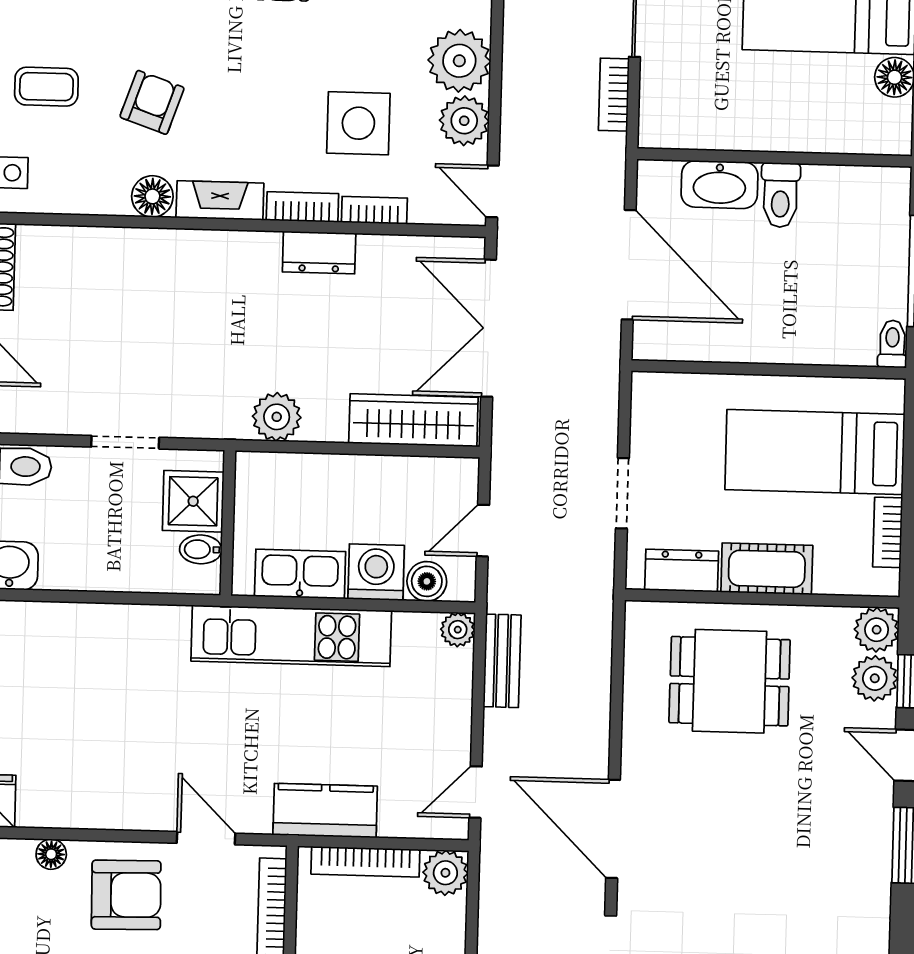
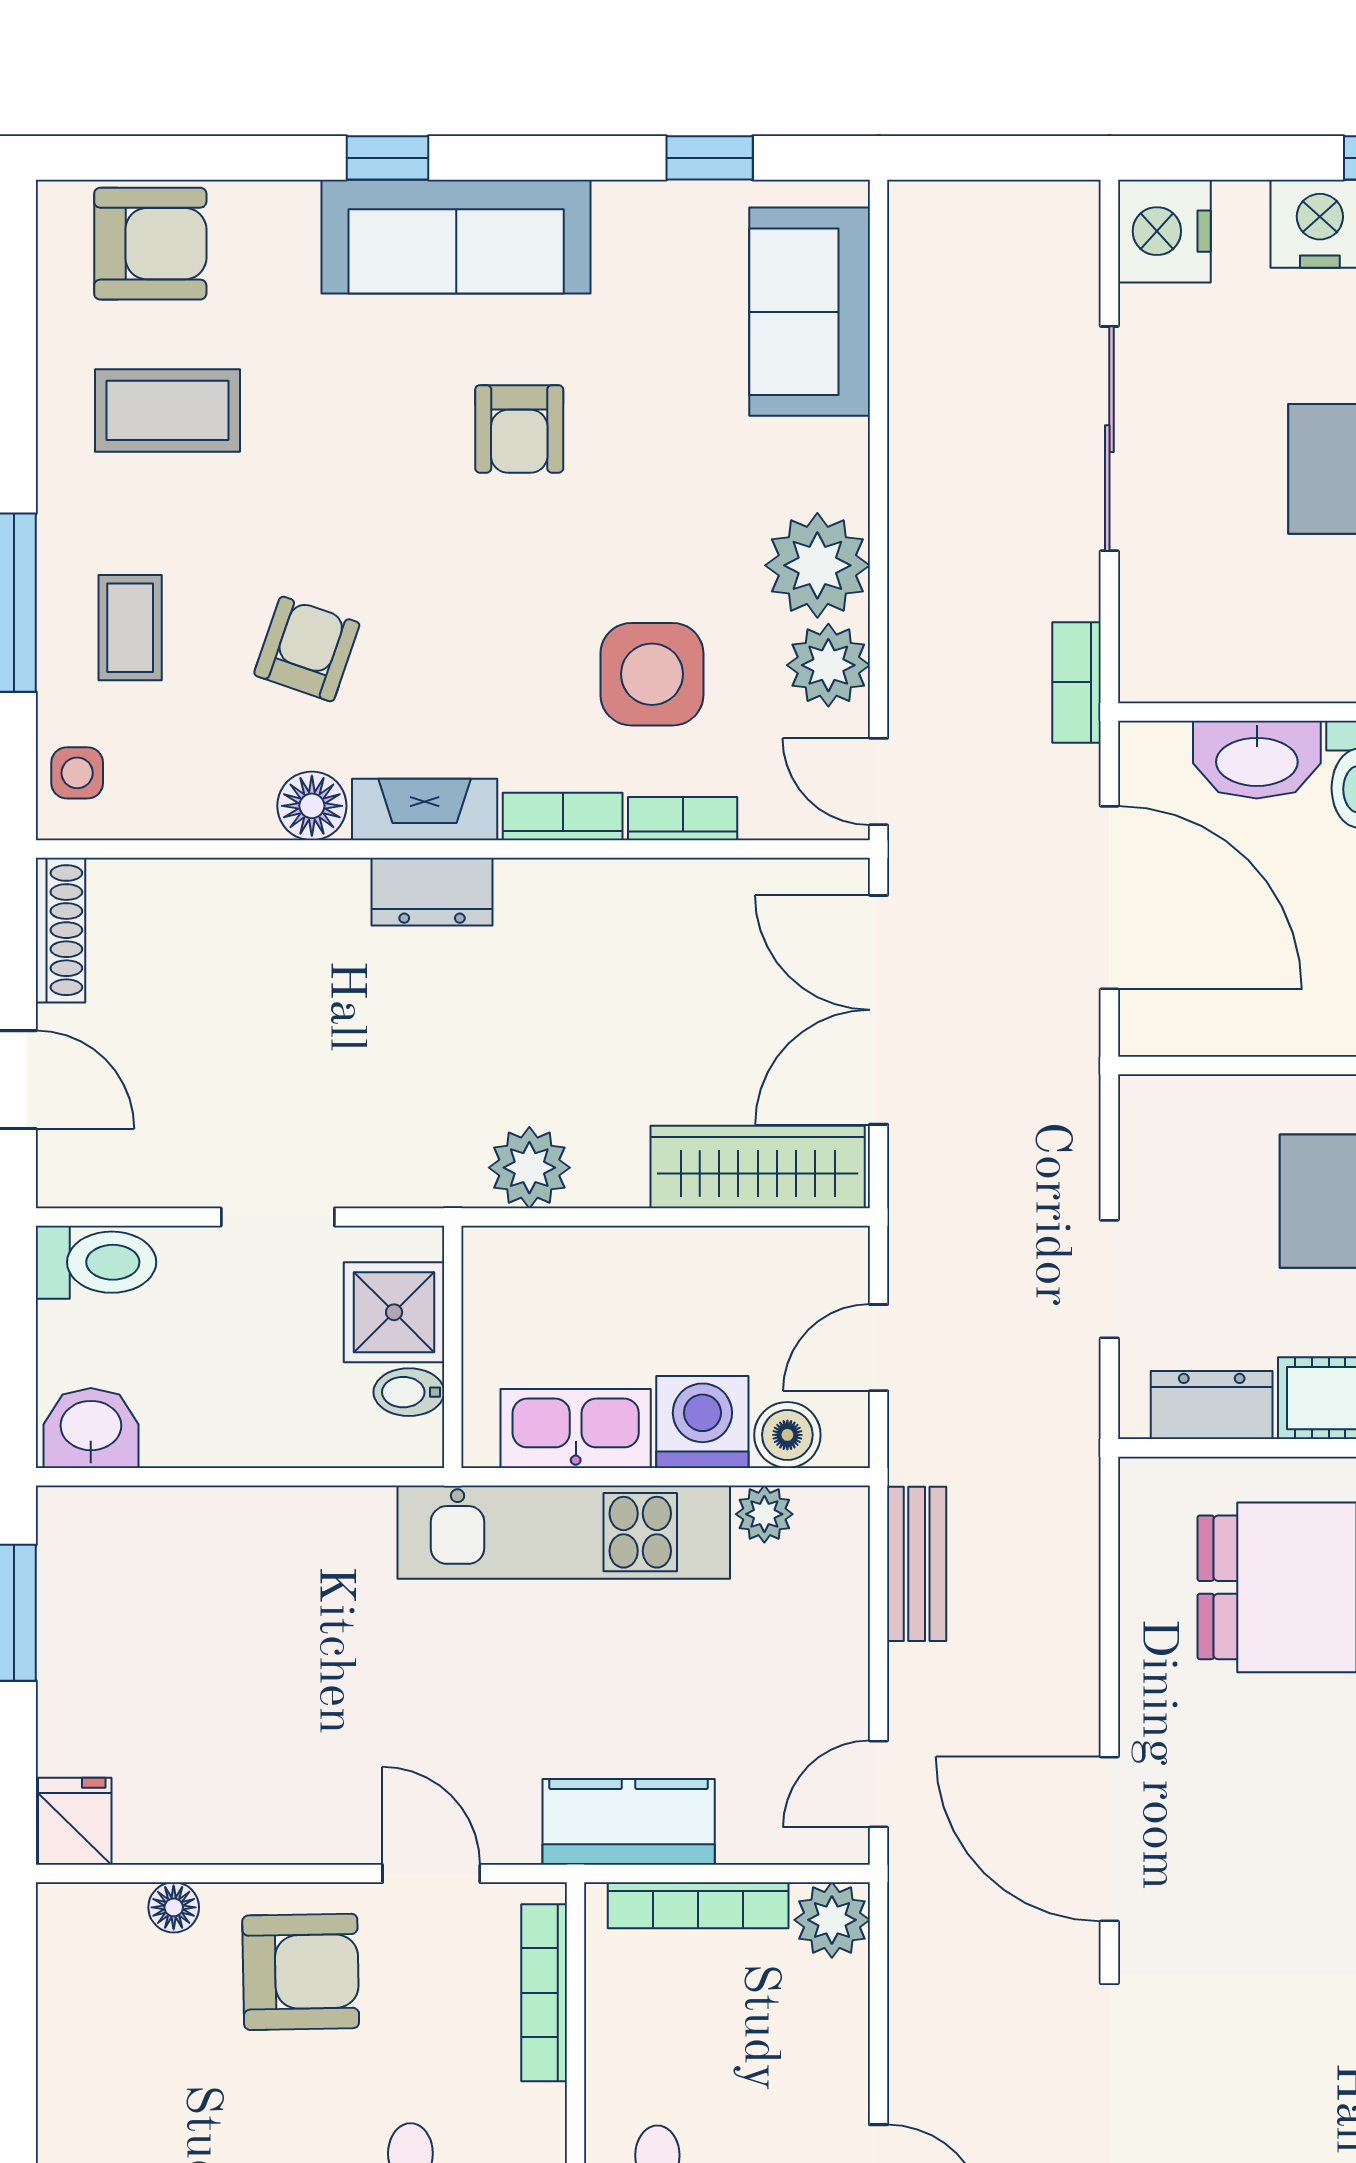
coffee table: (46, 87) -> (130, 628), turned 90
bookcase: (614, 95) -> (1077, 682), moved
dresser: (319, 253) -> (432, 892), moved
plant: (458, 630) -> (764, 1514), moved

